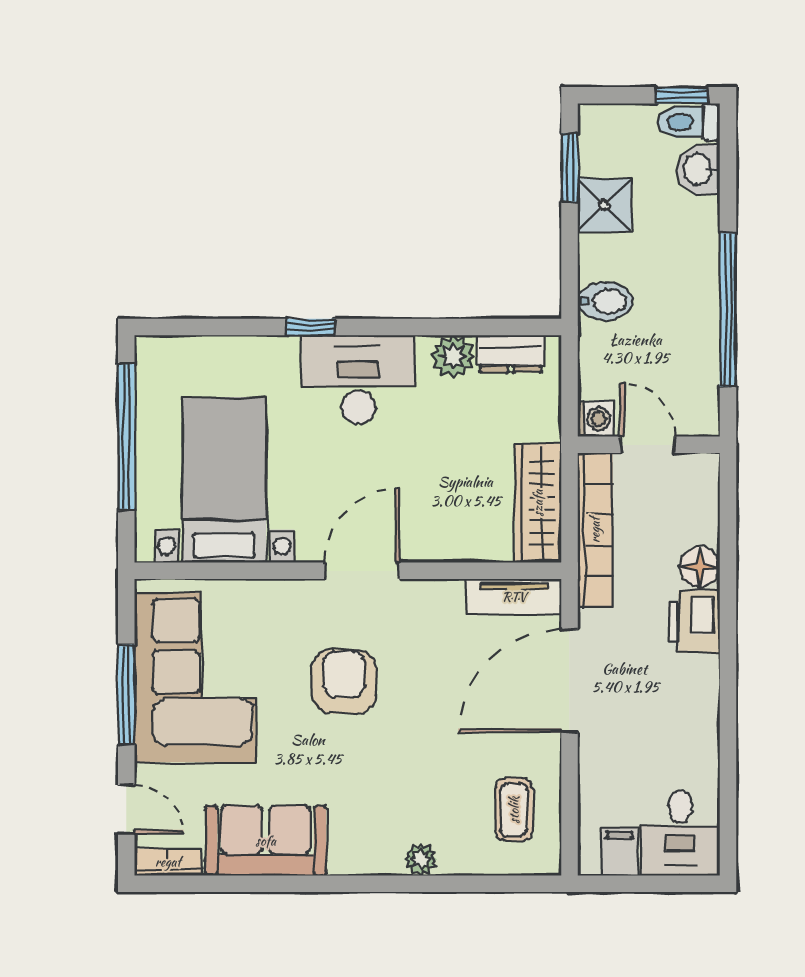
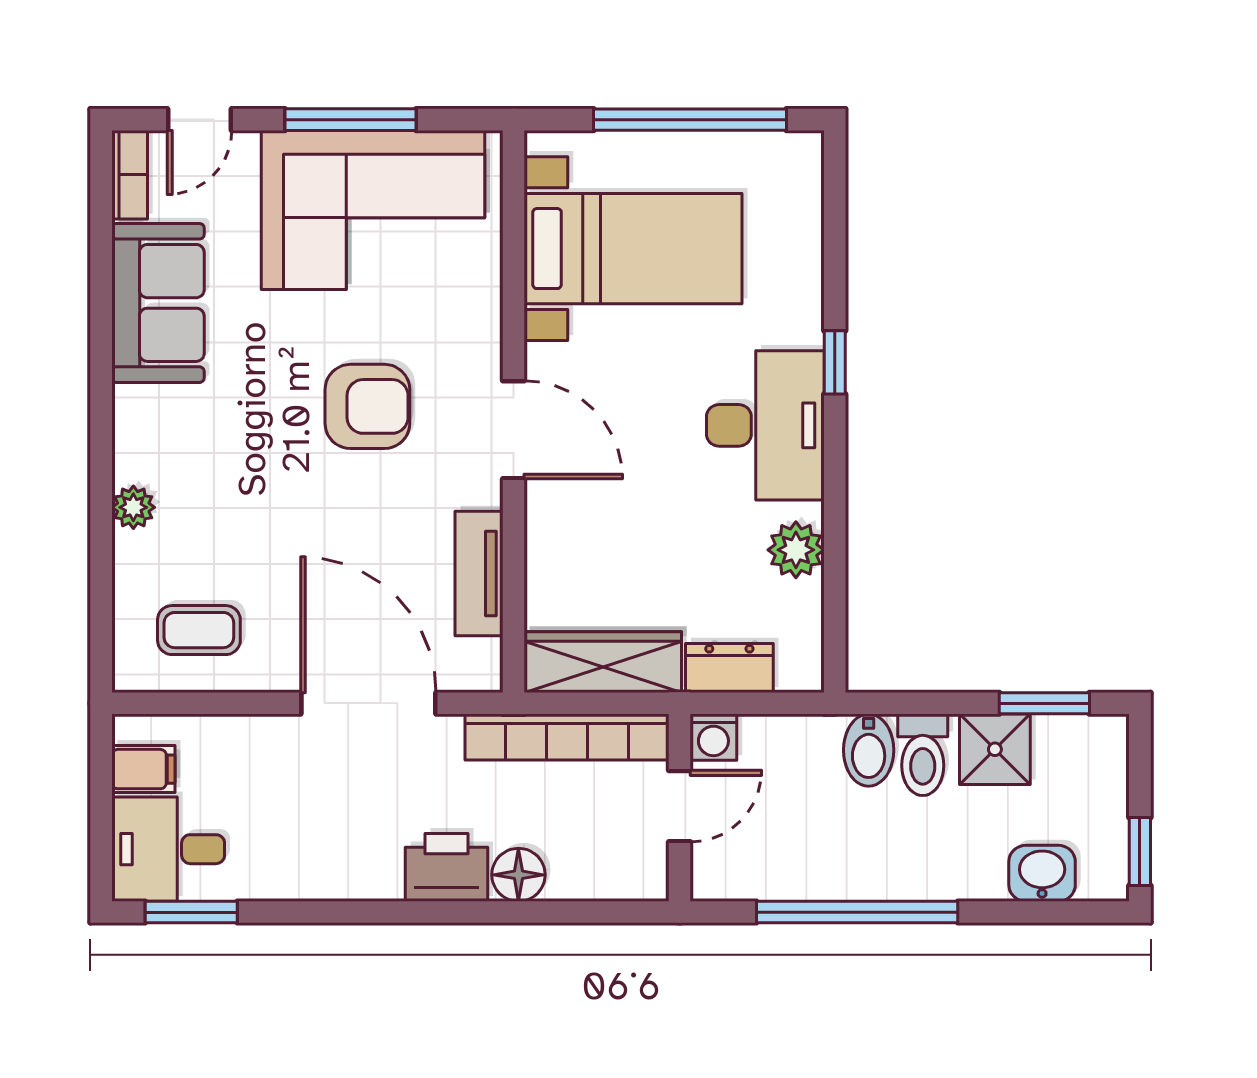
toilet: (689, 122) -> (923, 755), moved, turned 180
dresser: (511, 354) -> (729, 668), moved, turned 90
tv unit: (514, 597) -> (479, 574), moved
window: (728, 815) -> (191, 912), added

